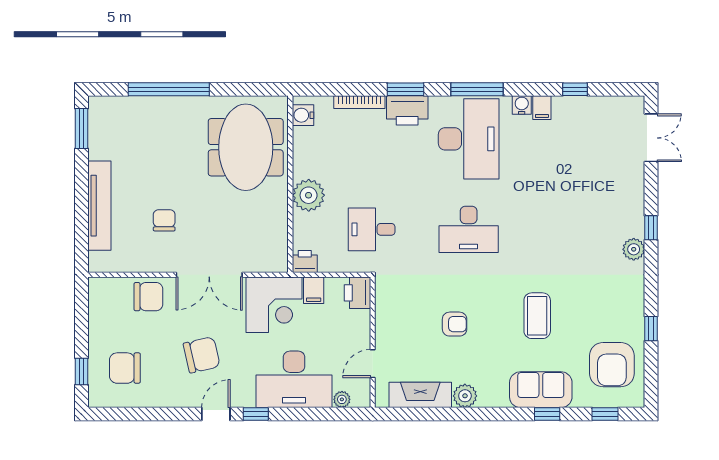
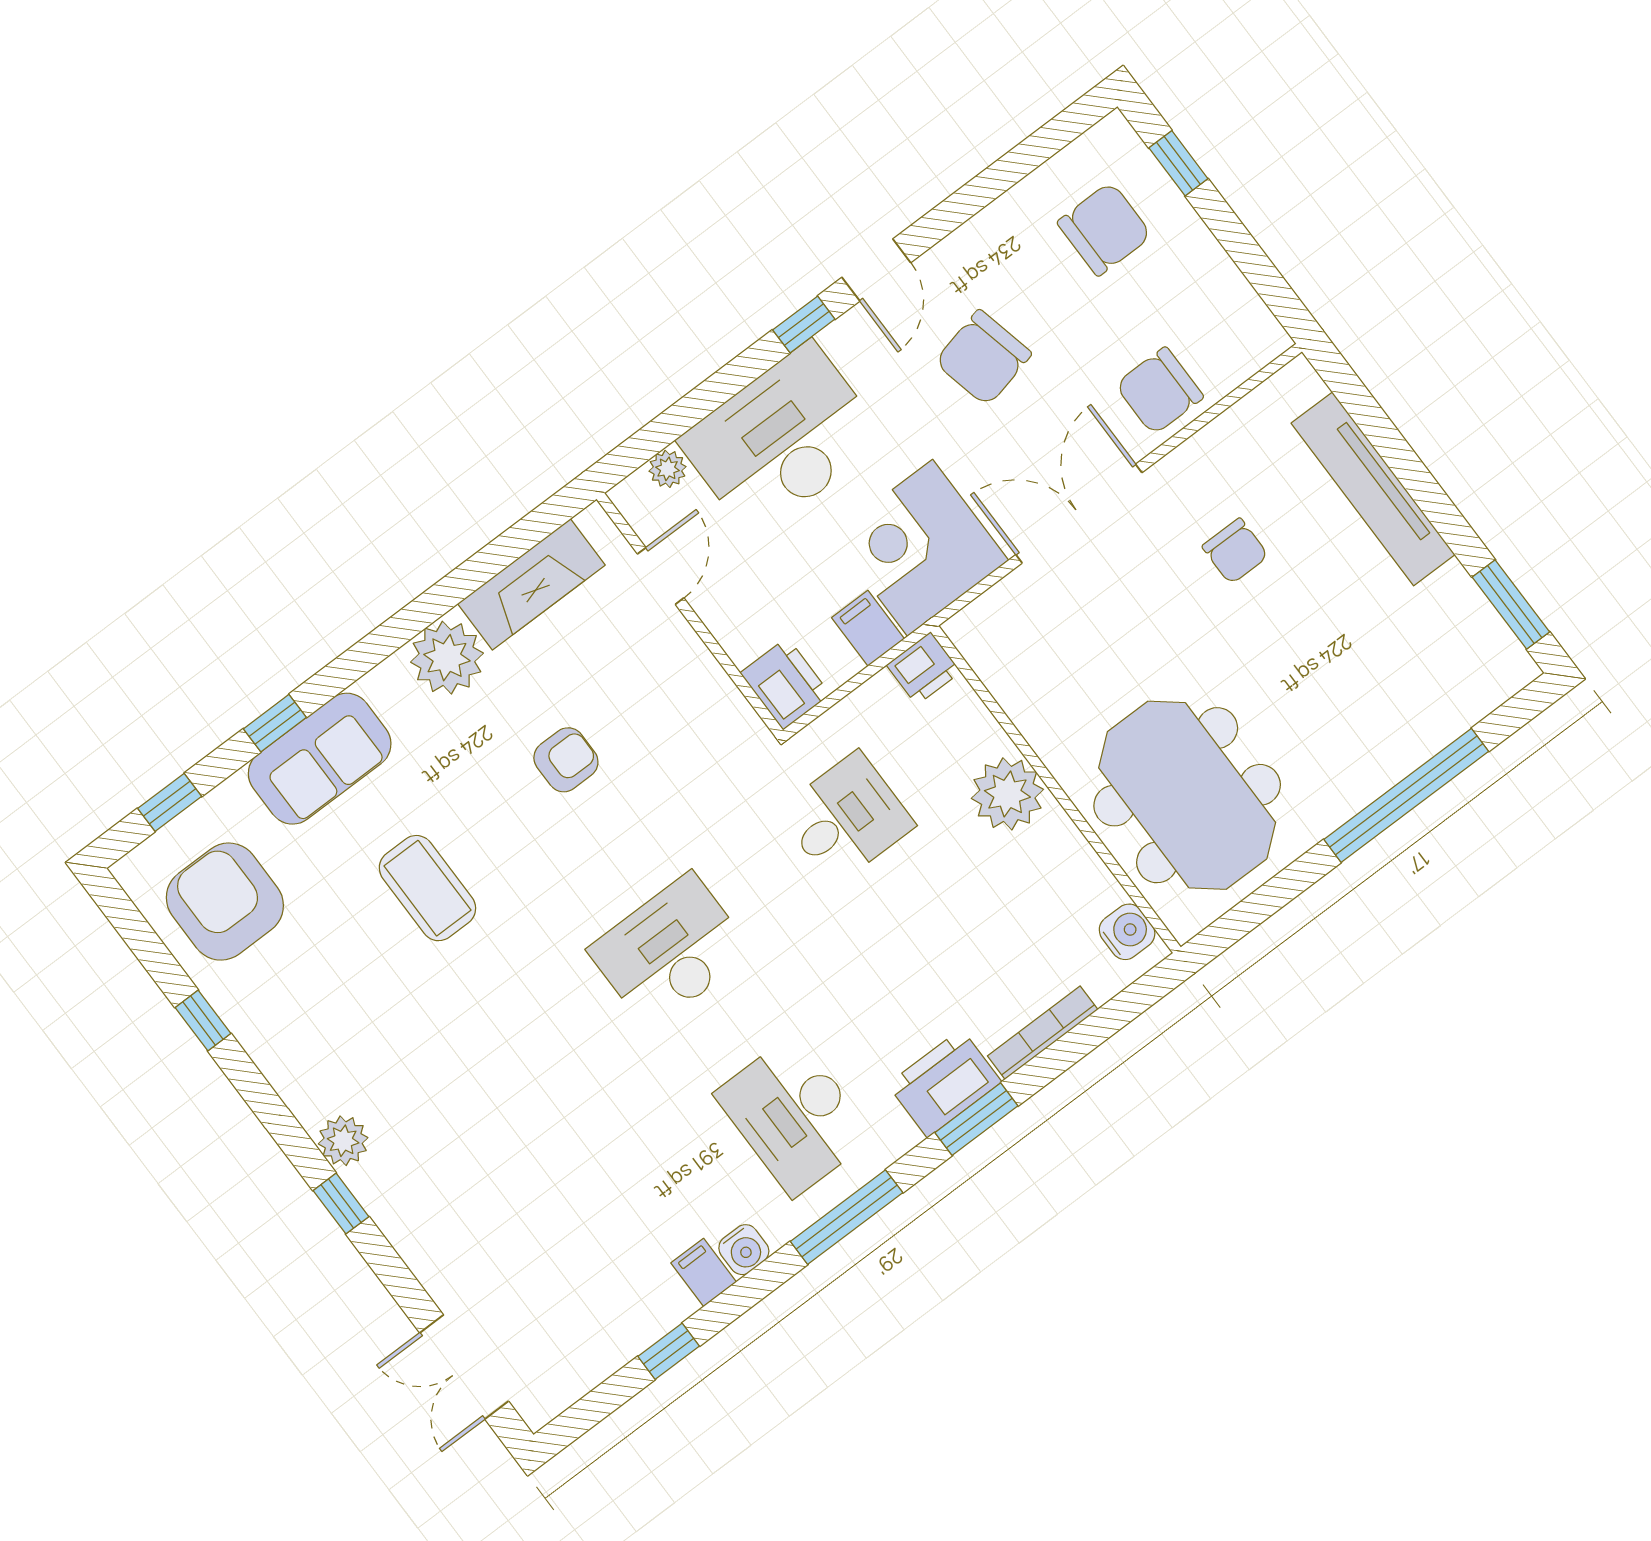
desk: (469, 139) -> (794, 1115), width x0.73, depth x0.77
armchair: (455, 324) -> (566, 760), turned 180
plant: (465, 396) -> (447, 658), width x1.36, depth x1.36

